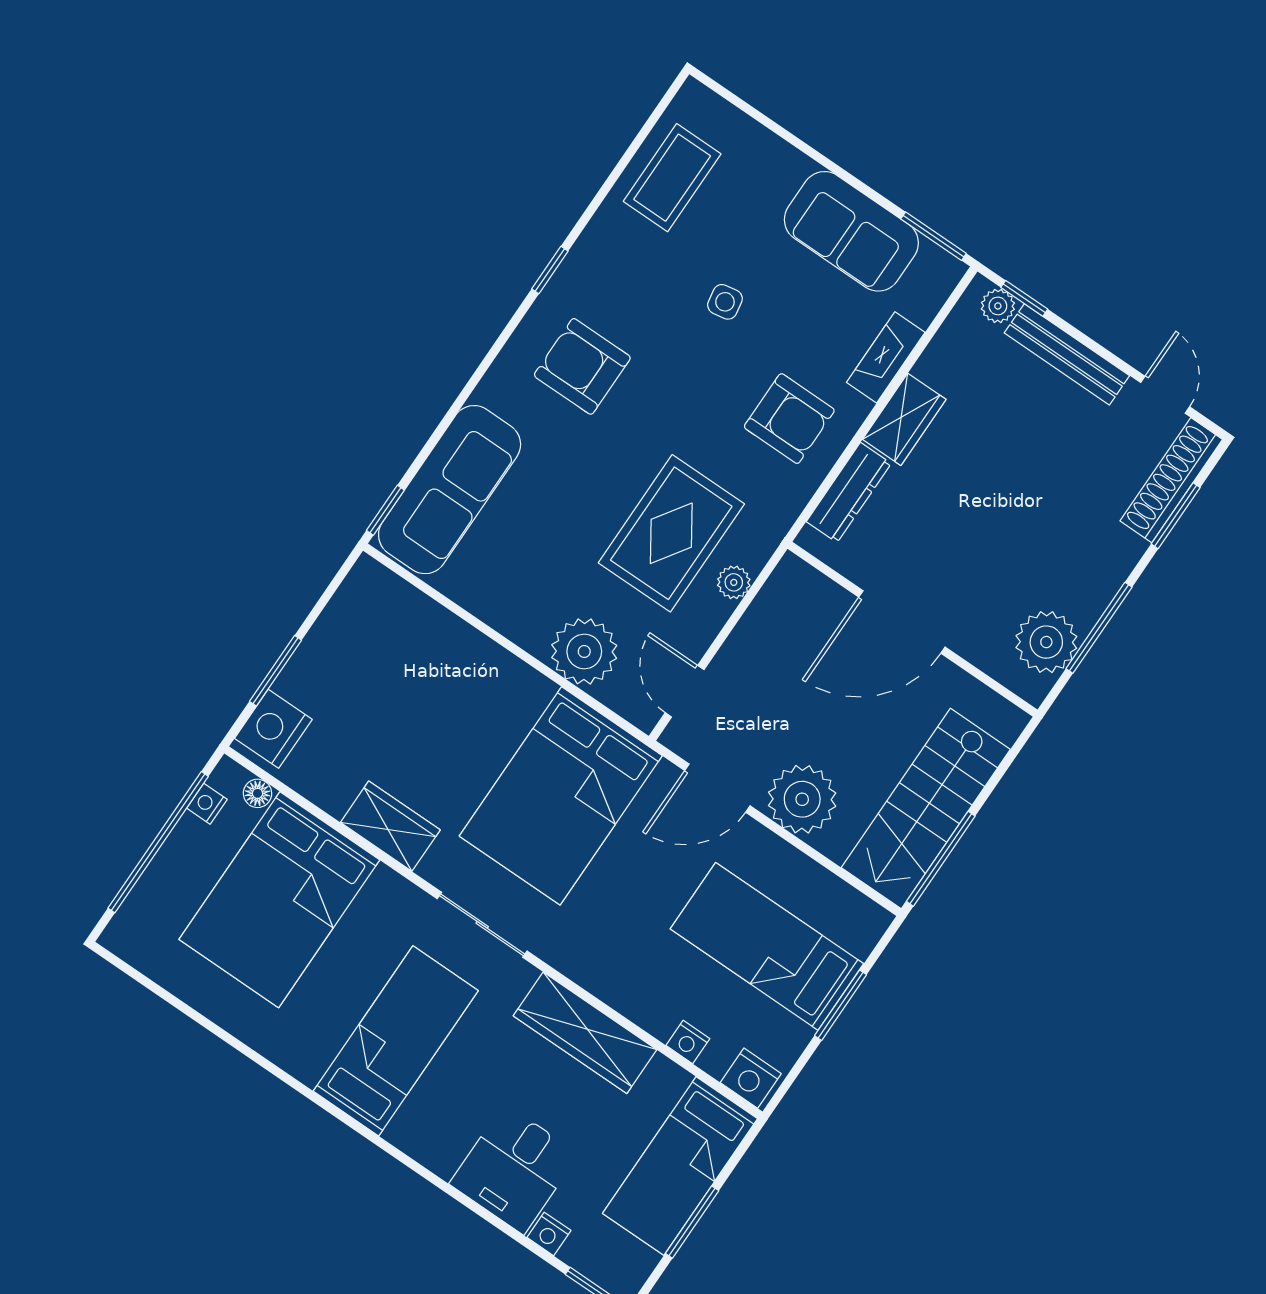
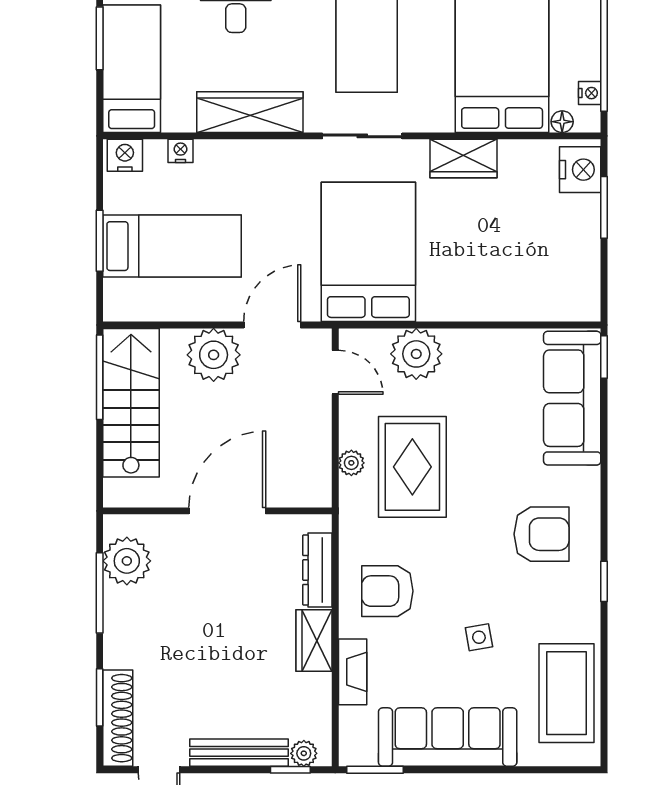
coffee table: (672, 178) -> (567, 693), width x1.36, depth x1.32
sofa: (851, 231) -> (448, 737), width x1.36

